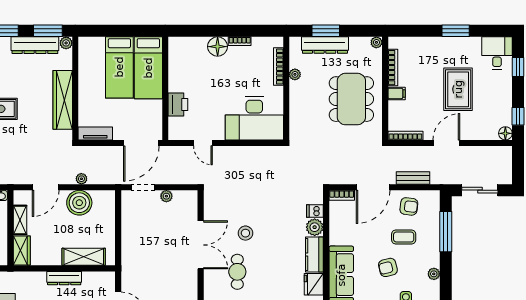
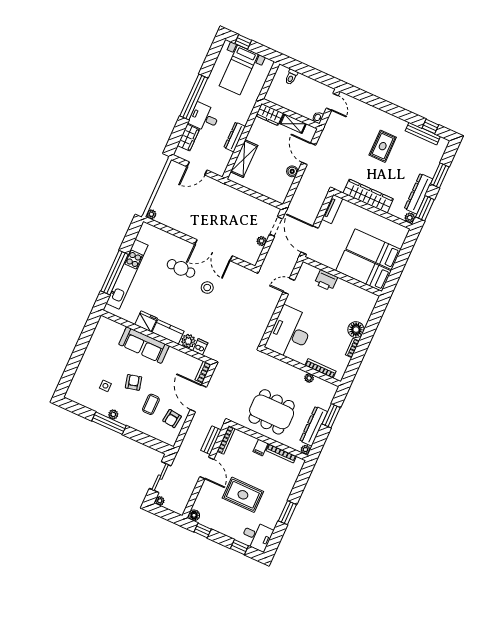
dresser: (325, 45) -> (314, 426), moved
bench: (413, 178) -> (211, 440), moved
plant: (81, 179) -> (160, 501), moved
boiler: (79, 203) -> (292, 171), width x0.54, depth x0.54
window: (446, 232) -> (109, 423), moved

